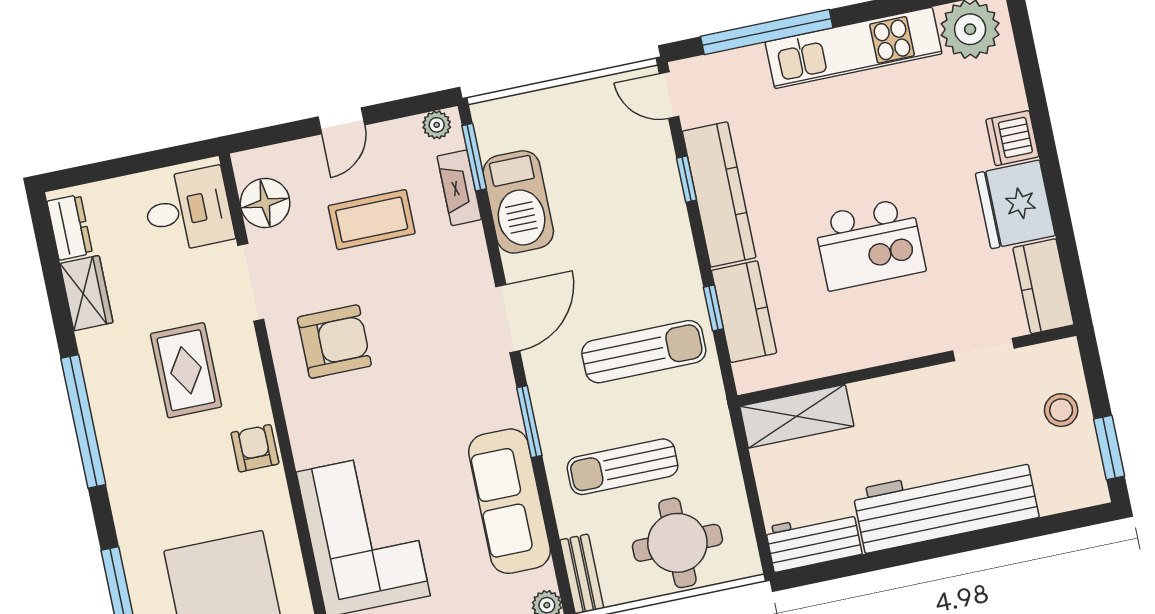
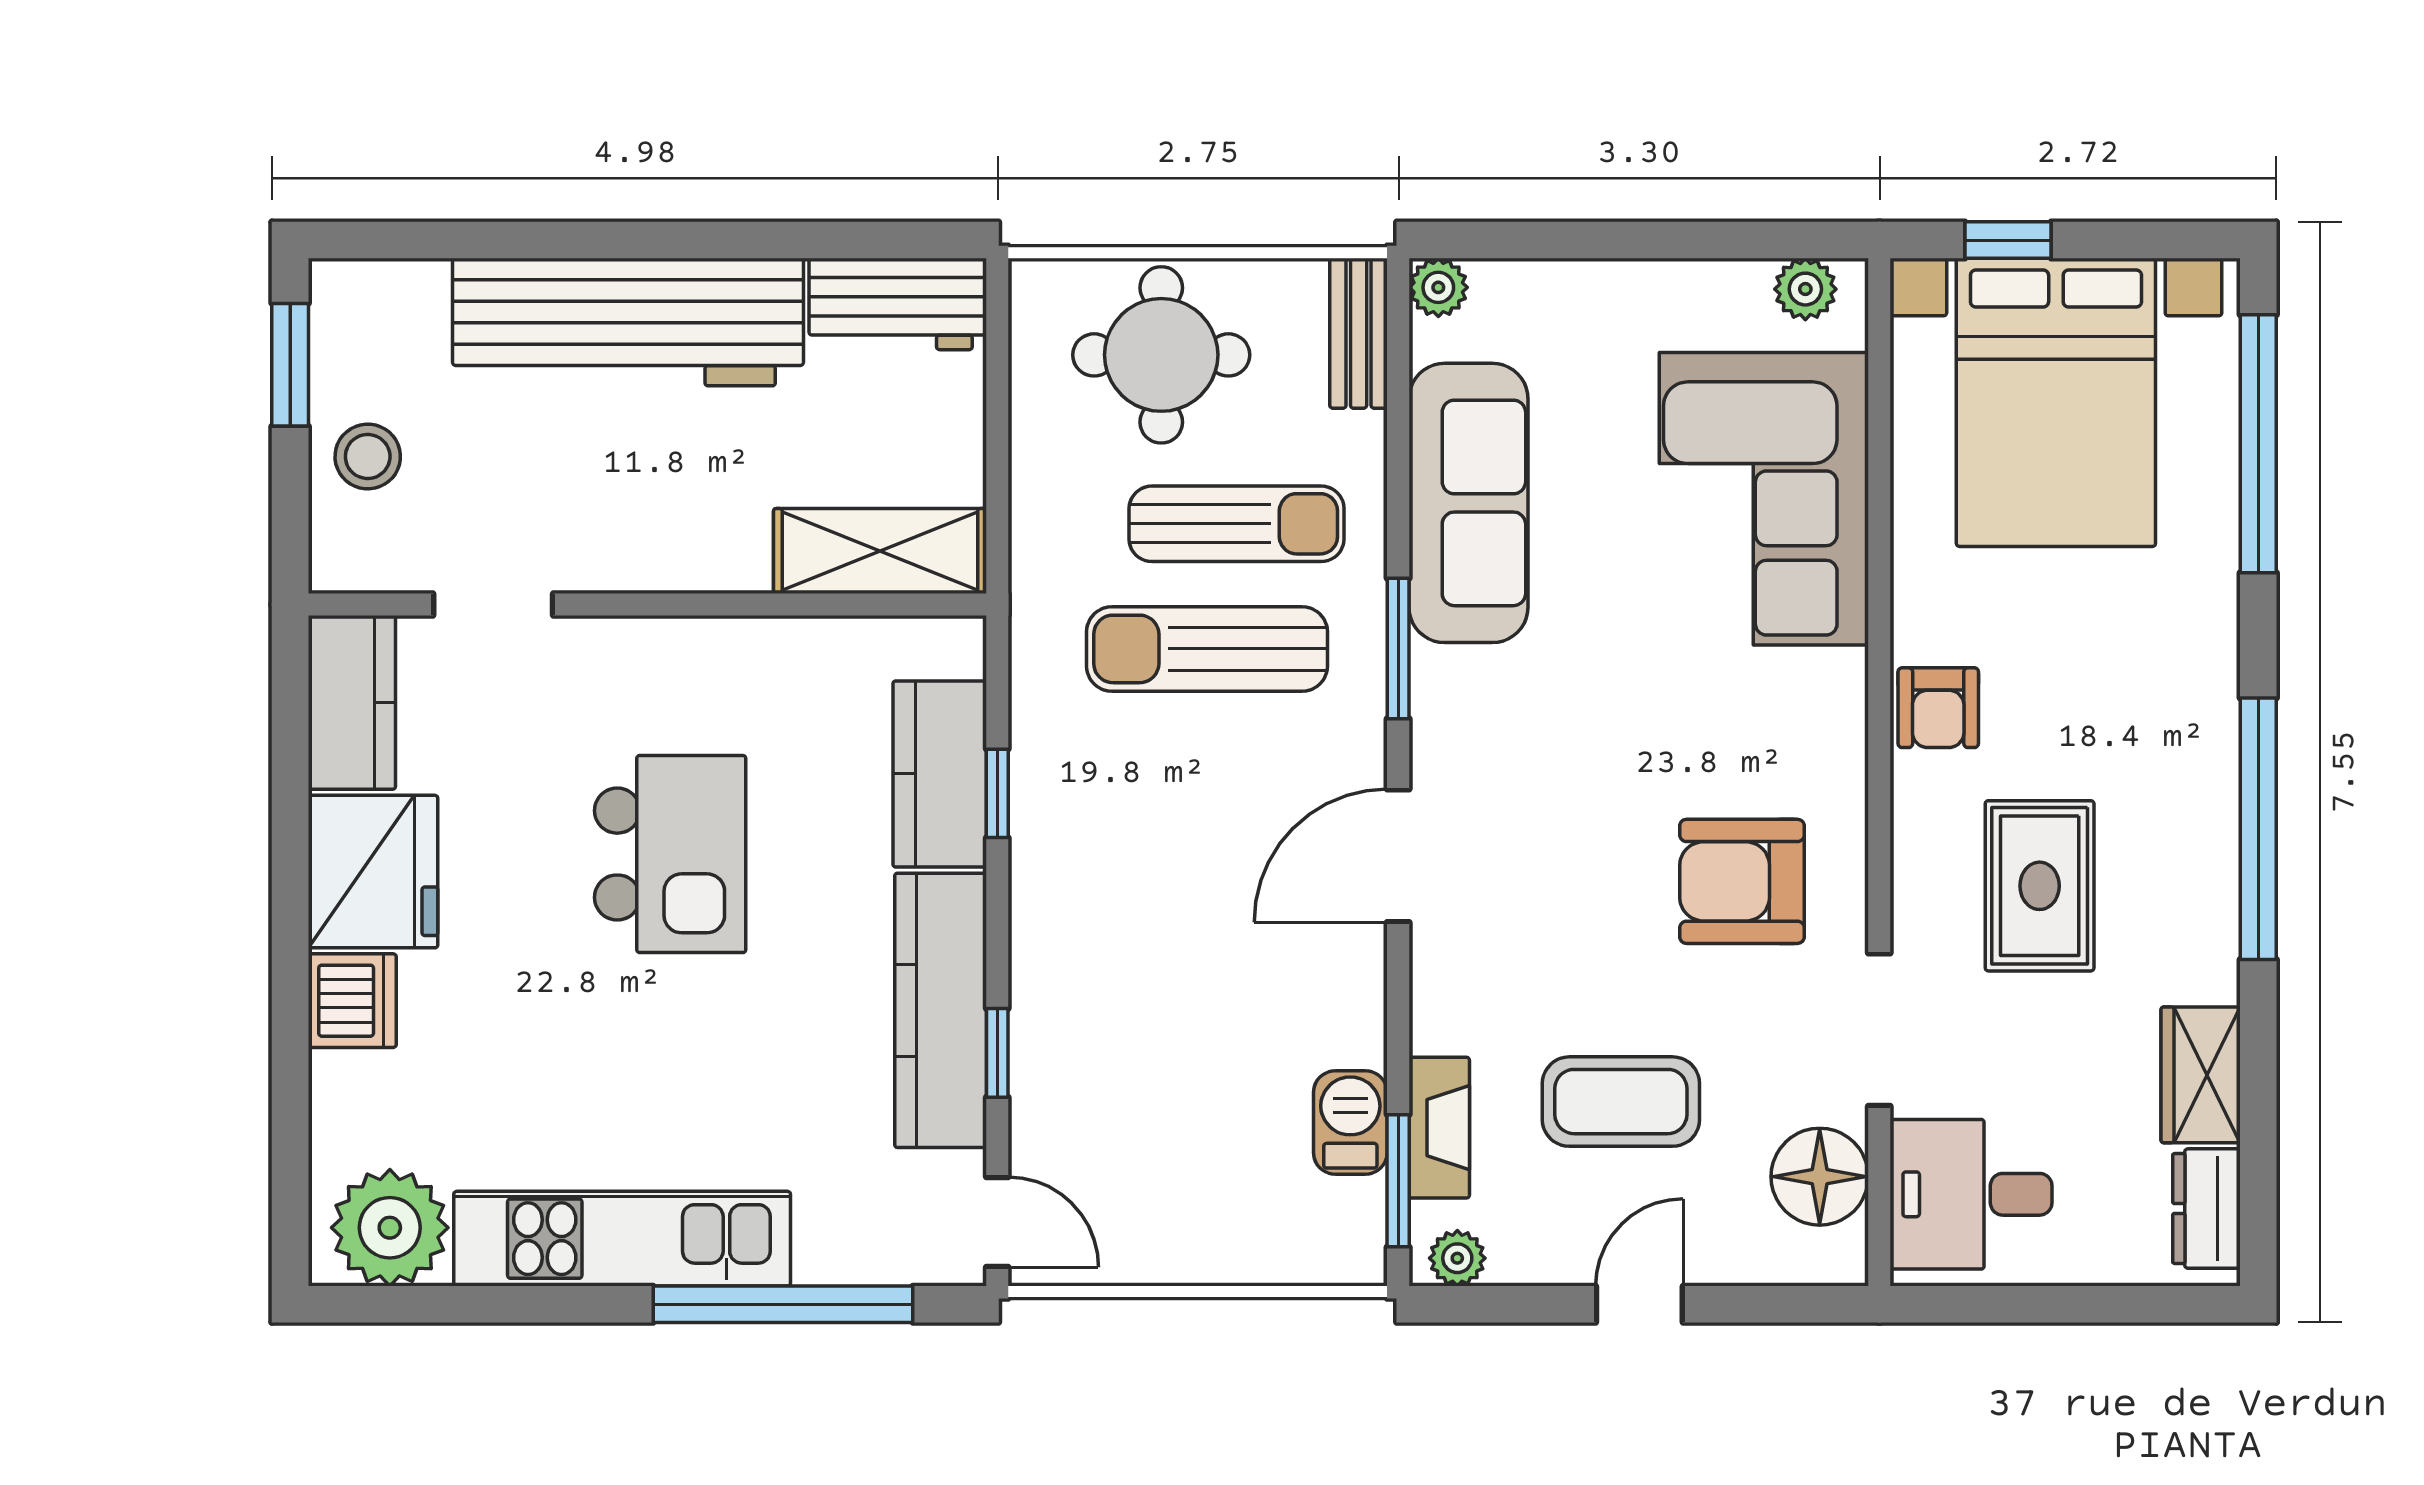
barbecue: (518, 202) -> (1350, 1122), width x0.53, depth x0.65
kitchen island: (870, 244) -> (670, 854), turned 90
sun lounger: (644, 352) -> (1207, 649), moved

